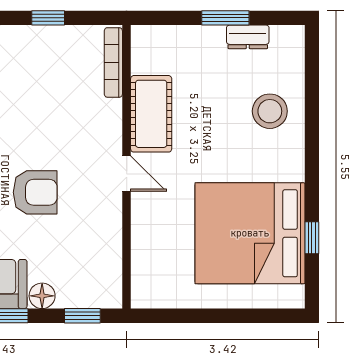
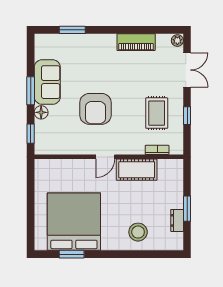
bookcase: (113, 62) -> (157, 150), width x0.64
rug: (43, 76) -> (157, 113), added
armchair: (35, 192) -> (95, 109), width x1.36, depth x1.36
window: (312, 238) -> (72, 254), width x1.50

